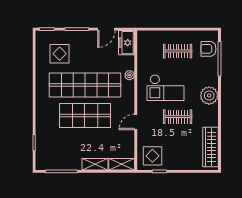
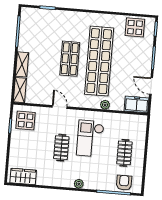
display table: (60, 54) -> (135, 27), moved
plant: (209, 96) -> (79, 184), width x0.53, depth x0.53
shop shelf: (85, 115) -> (70, 59), width x0.70, depth x0.74
wardrobe: (211, 147) -> (23, 176), width x0.67

